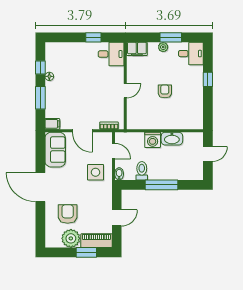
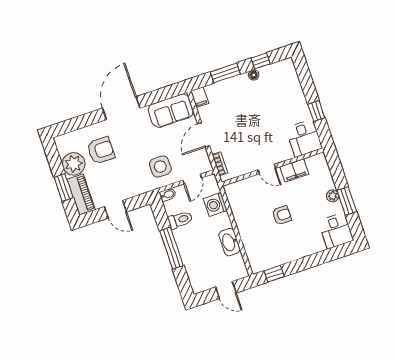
filing cabinet: (137, 49) -> (294, 170), moved, turned -90
window: (208, 79) -> (274, 274), moved
washing machine: (153, 140) -> (215, 205), moved

